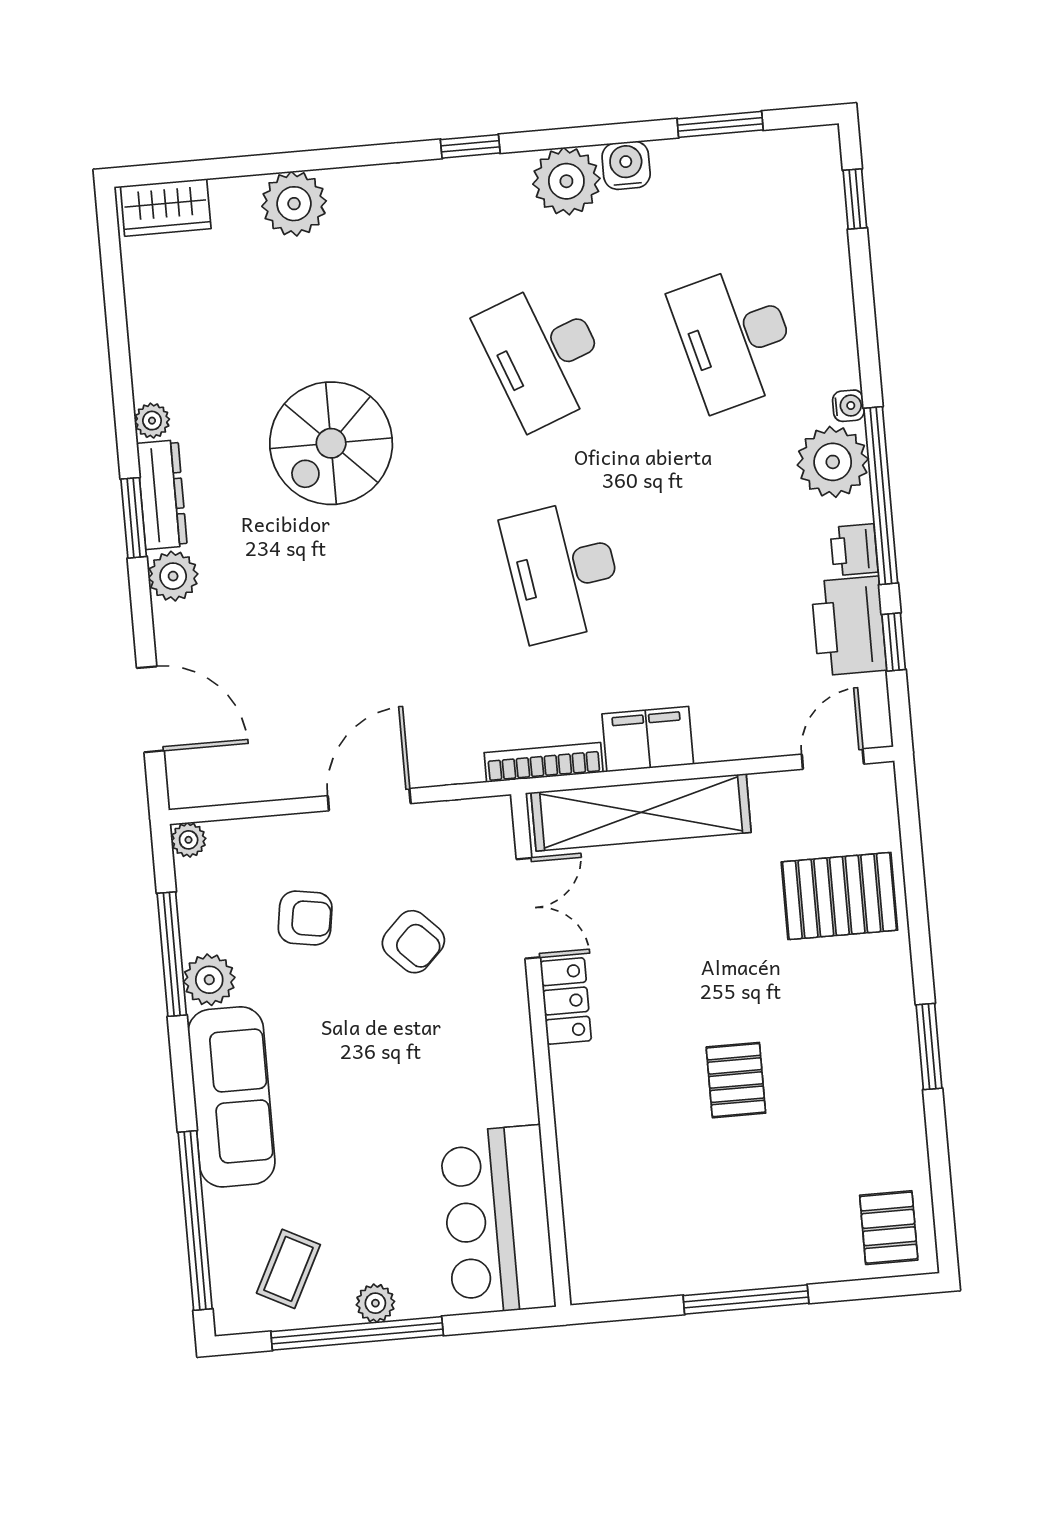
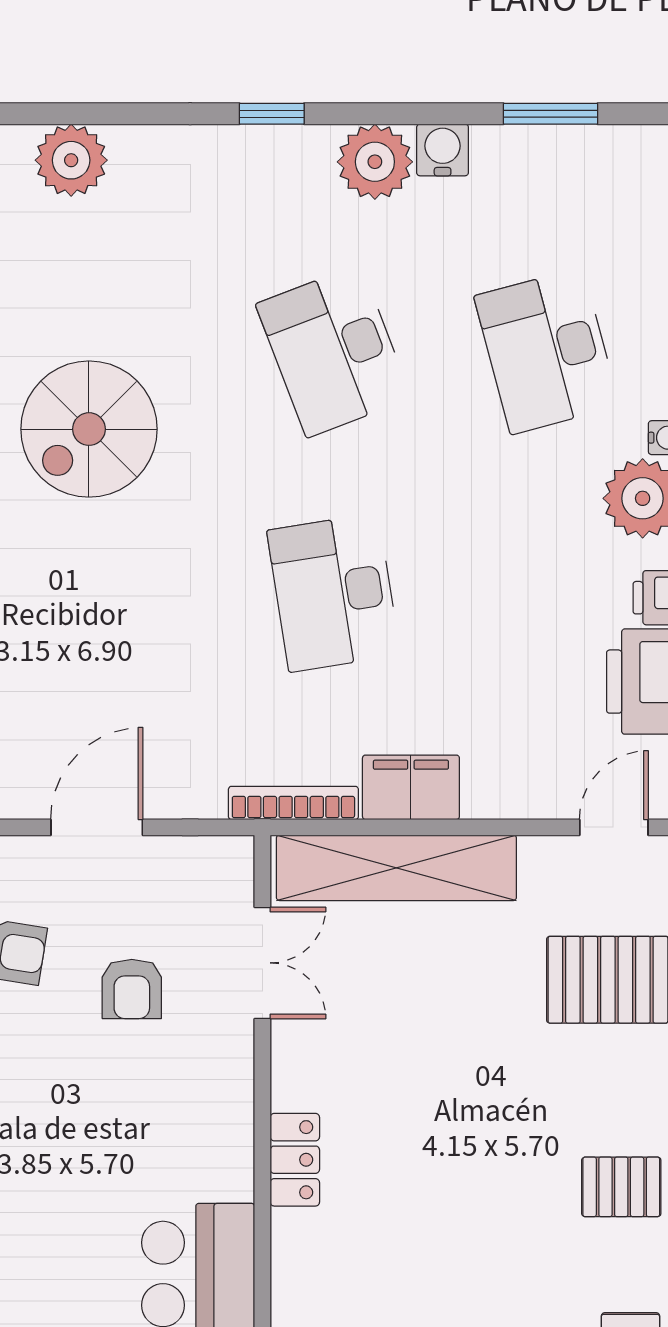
armchair: (413, 942) -> (132, 989), turned 45
locker: (566, 1001) -> (295, 1160), moved
pallet: (736, 1080) -> (621, 1187), moved, turned 90

